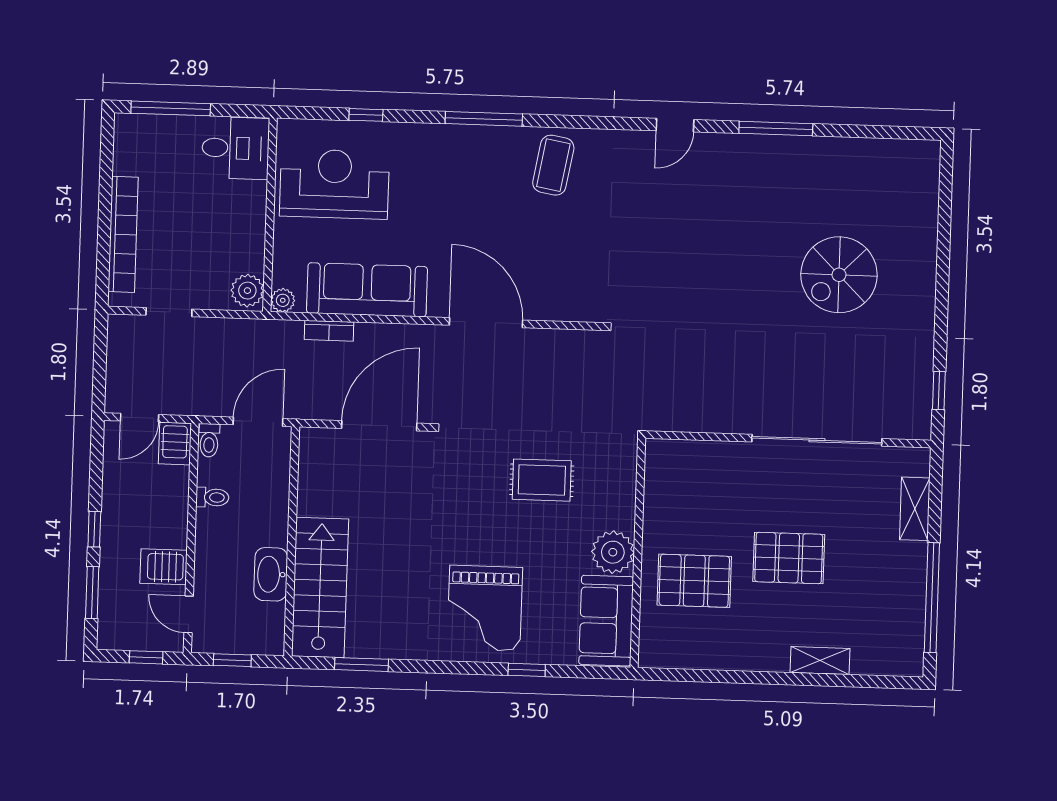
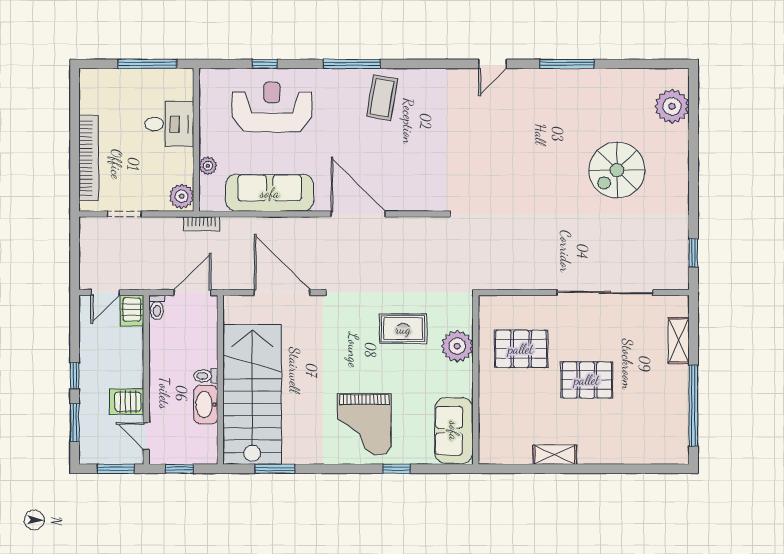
window: (171, 108) -> (147, 64), moved
desk: (235, 148) -> (169, 124), moved
coffee table: (553, 165) -> (382, 98), moved
reception desk: (334, 184) -> (272, 107), moved
plant: (916, 191) -> (672, 106), added
plant: (283, 300) -> (208, 166), moved
bookcase: (329, 331) -> (202, 224), moved
door: (379, 426) -> (282, 293), hinge flipped
toilet: (212, 497) -> (206, 376), moved, turned 180
plant: (613, 552) -> (457, 346), moved
pallet: (694, 581) -> (521, 349), moved
stairs: (320, 588) -> (252, 395), width x1.36, depth x1.51
window: (146, 657) -> (116, 469), width x1.50
shelving: (820, 660) -> (555, 455), moved

